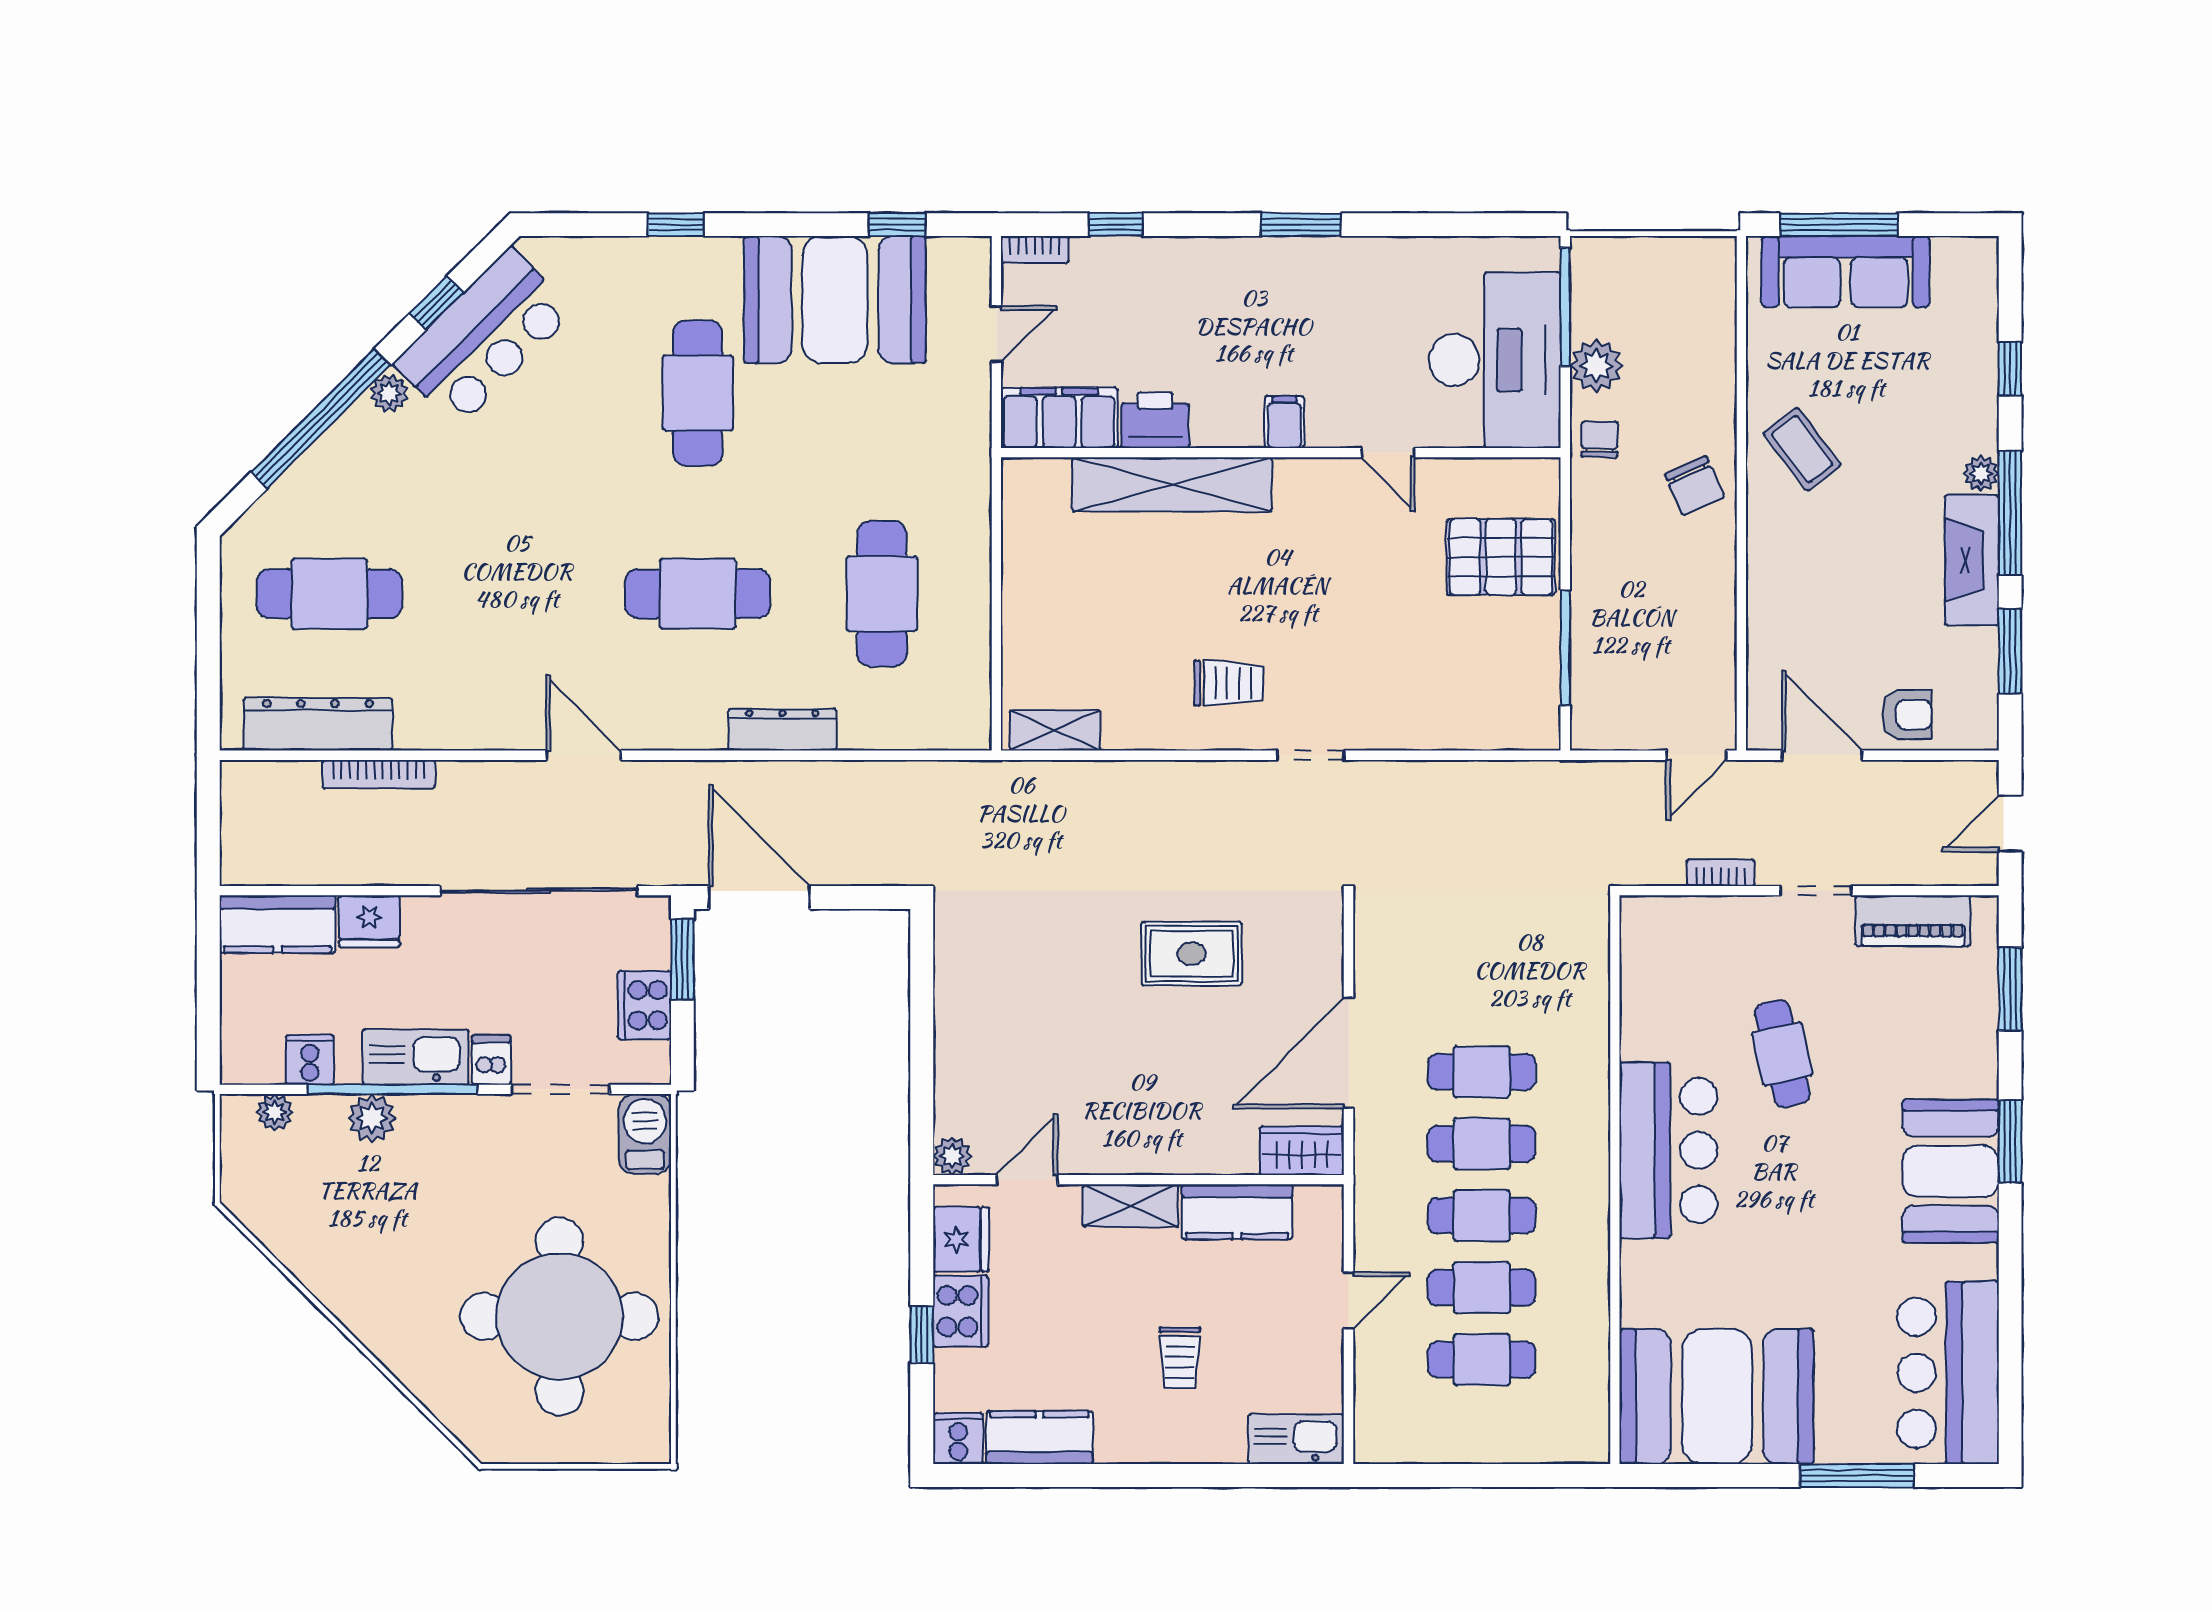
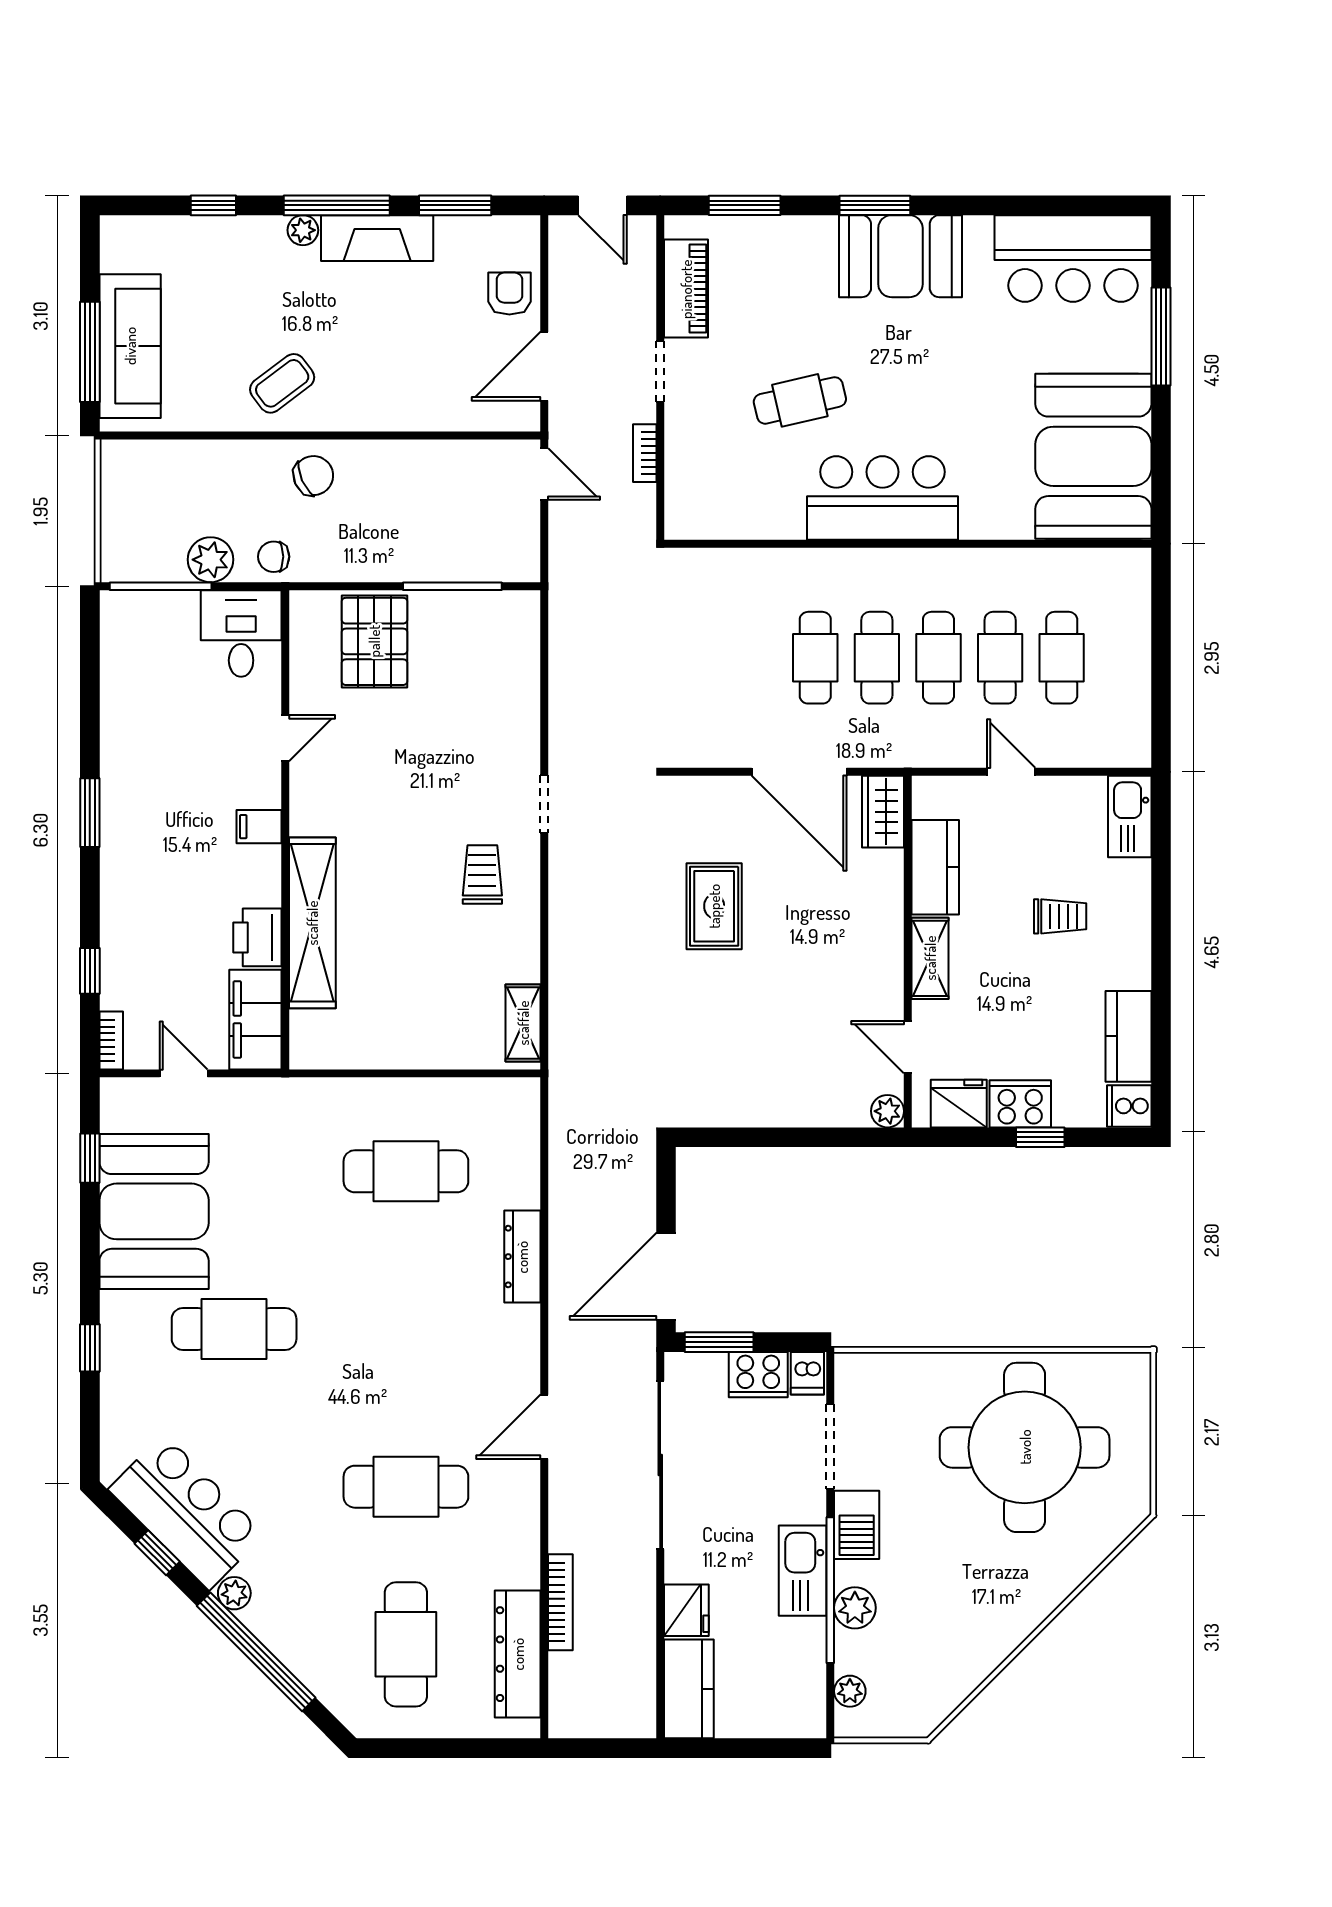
desk: (1495, 360) -> (241, 633), width x0.53, depth x0.77
cafe table: (698, 594) -> (406, 1487), moved, turned 90
cooker: (310, 1060) -> (805, 1661), removed
dishwasher: (491, 1060) -> (807, 1373), moved, turned -90
barbecue: (645, 1134) -> (857, 1525), moved, turned -90

